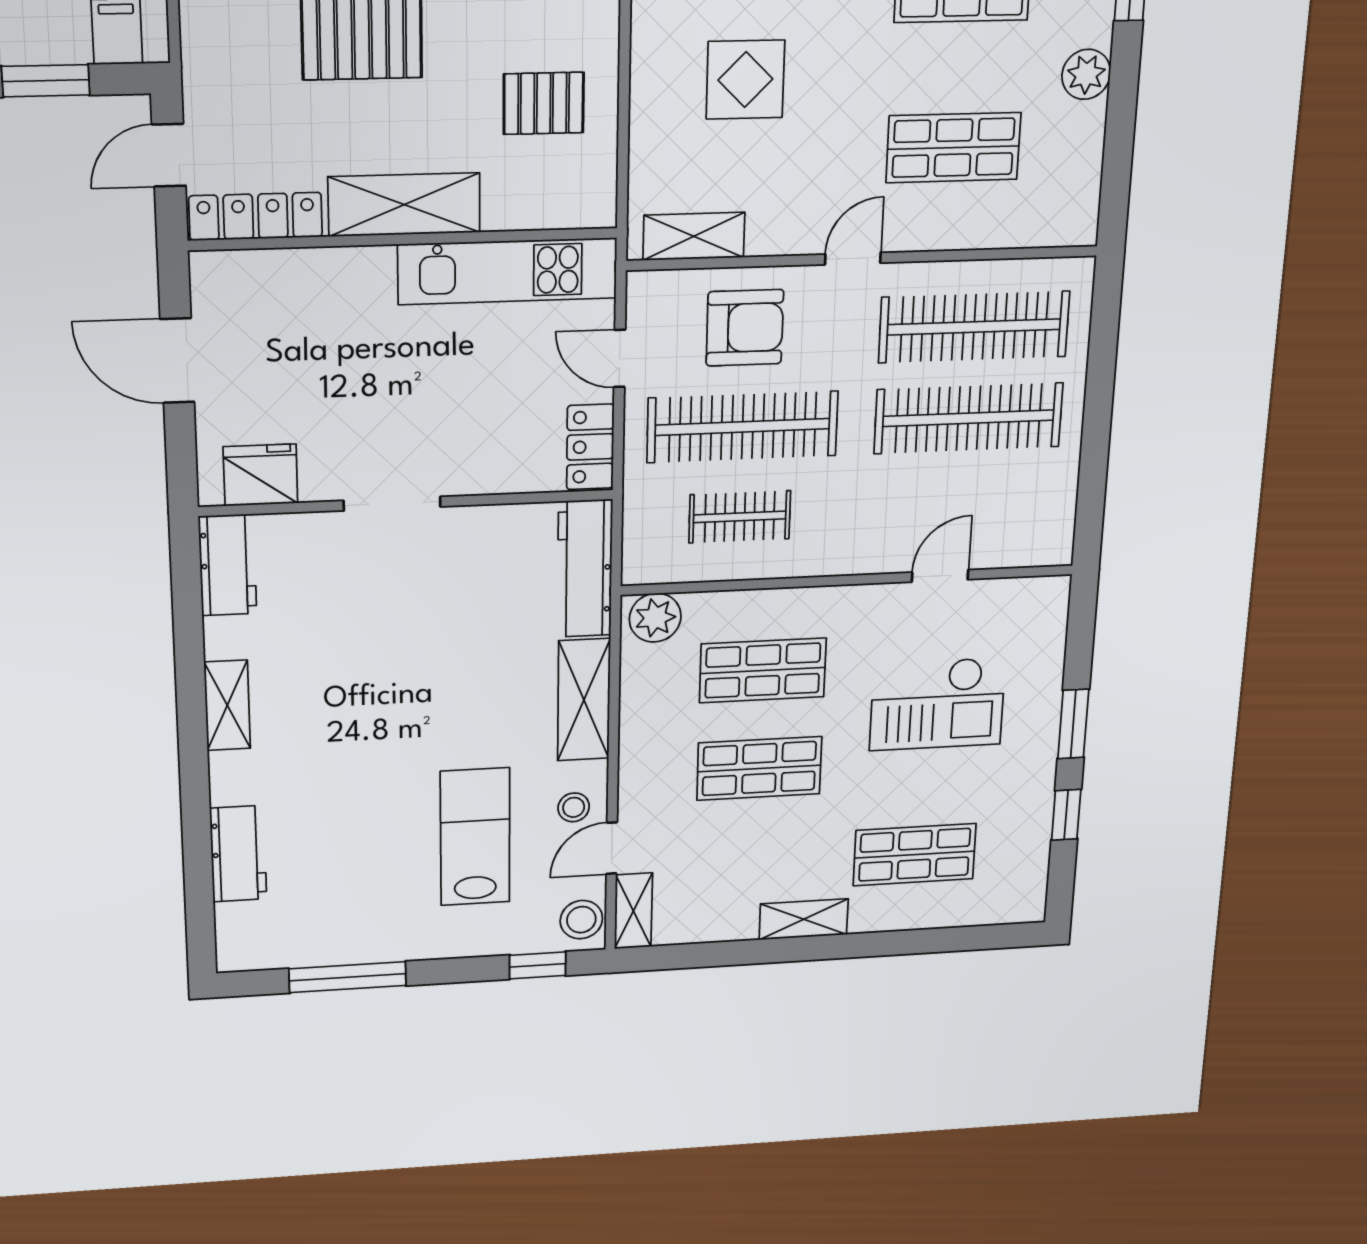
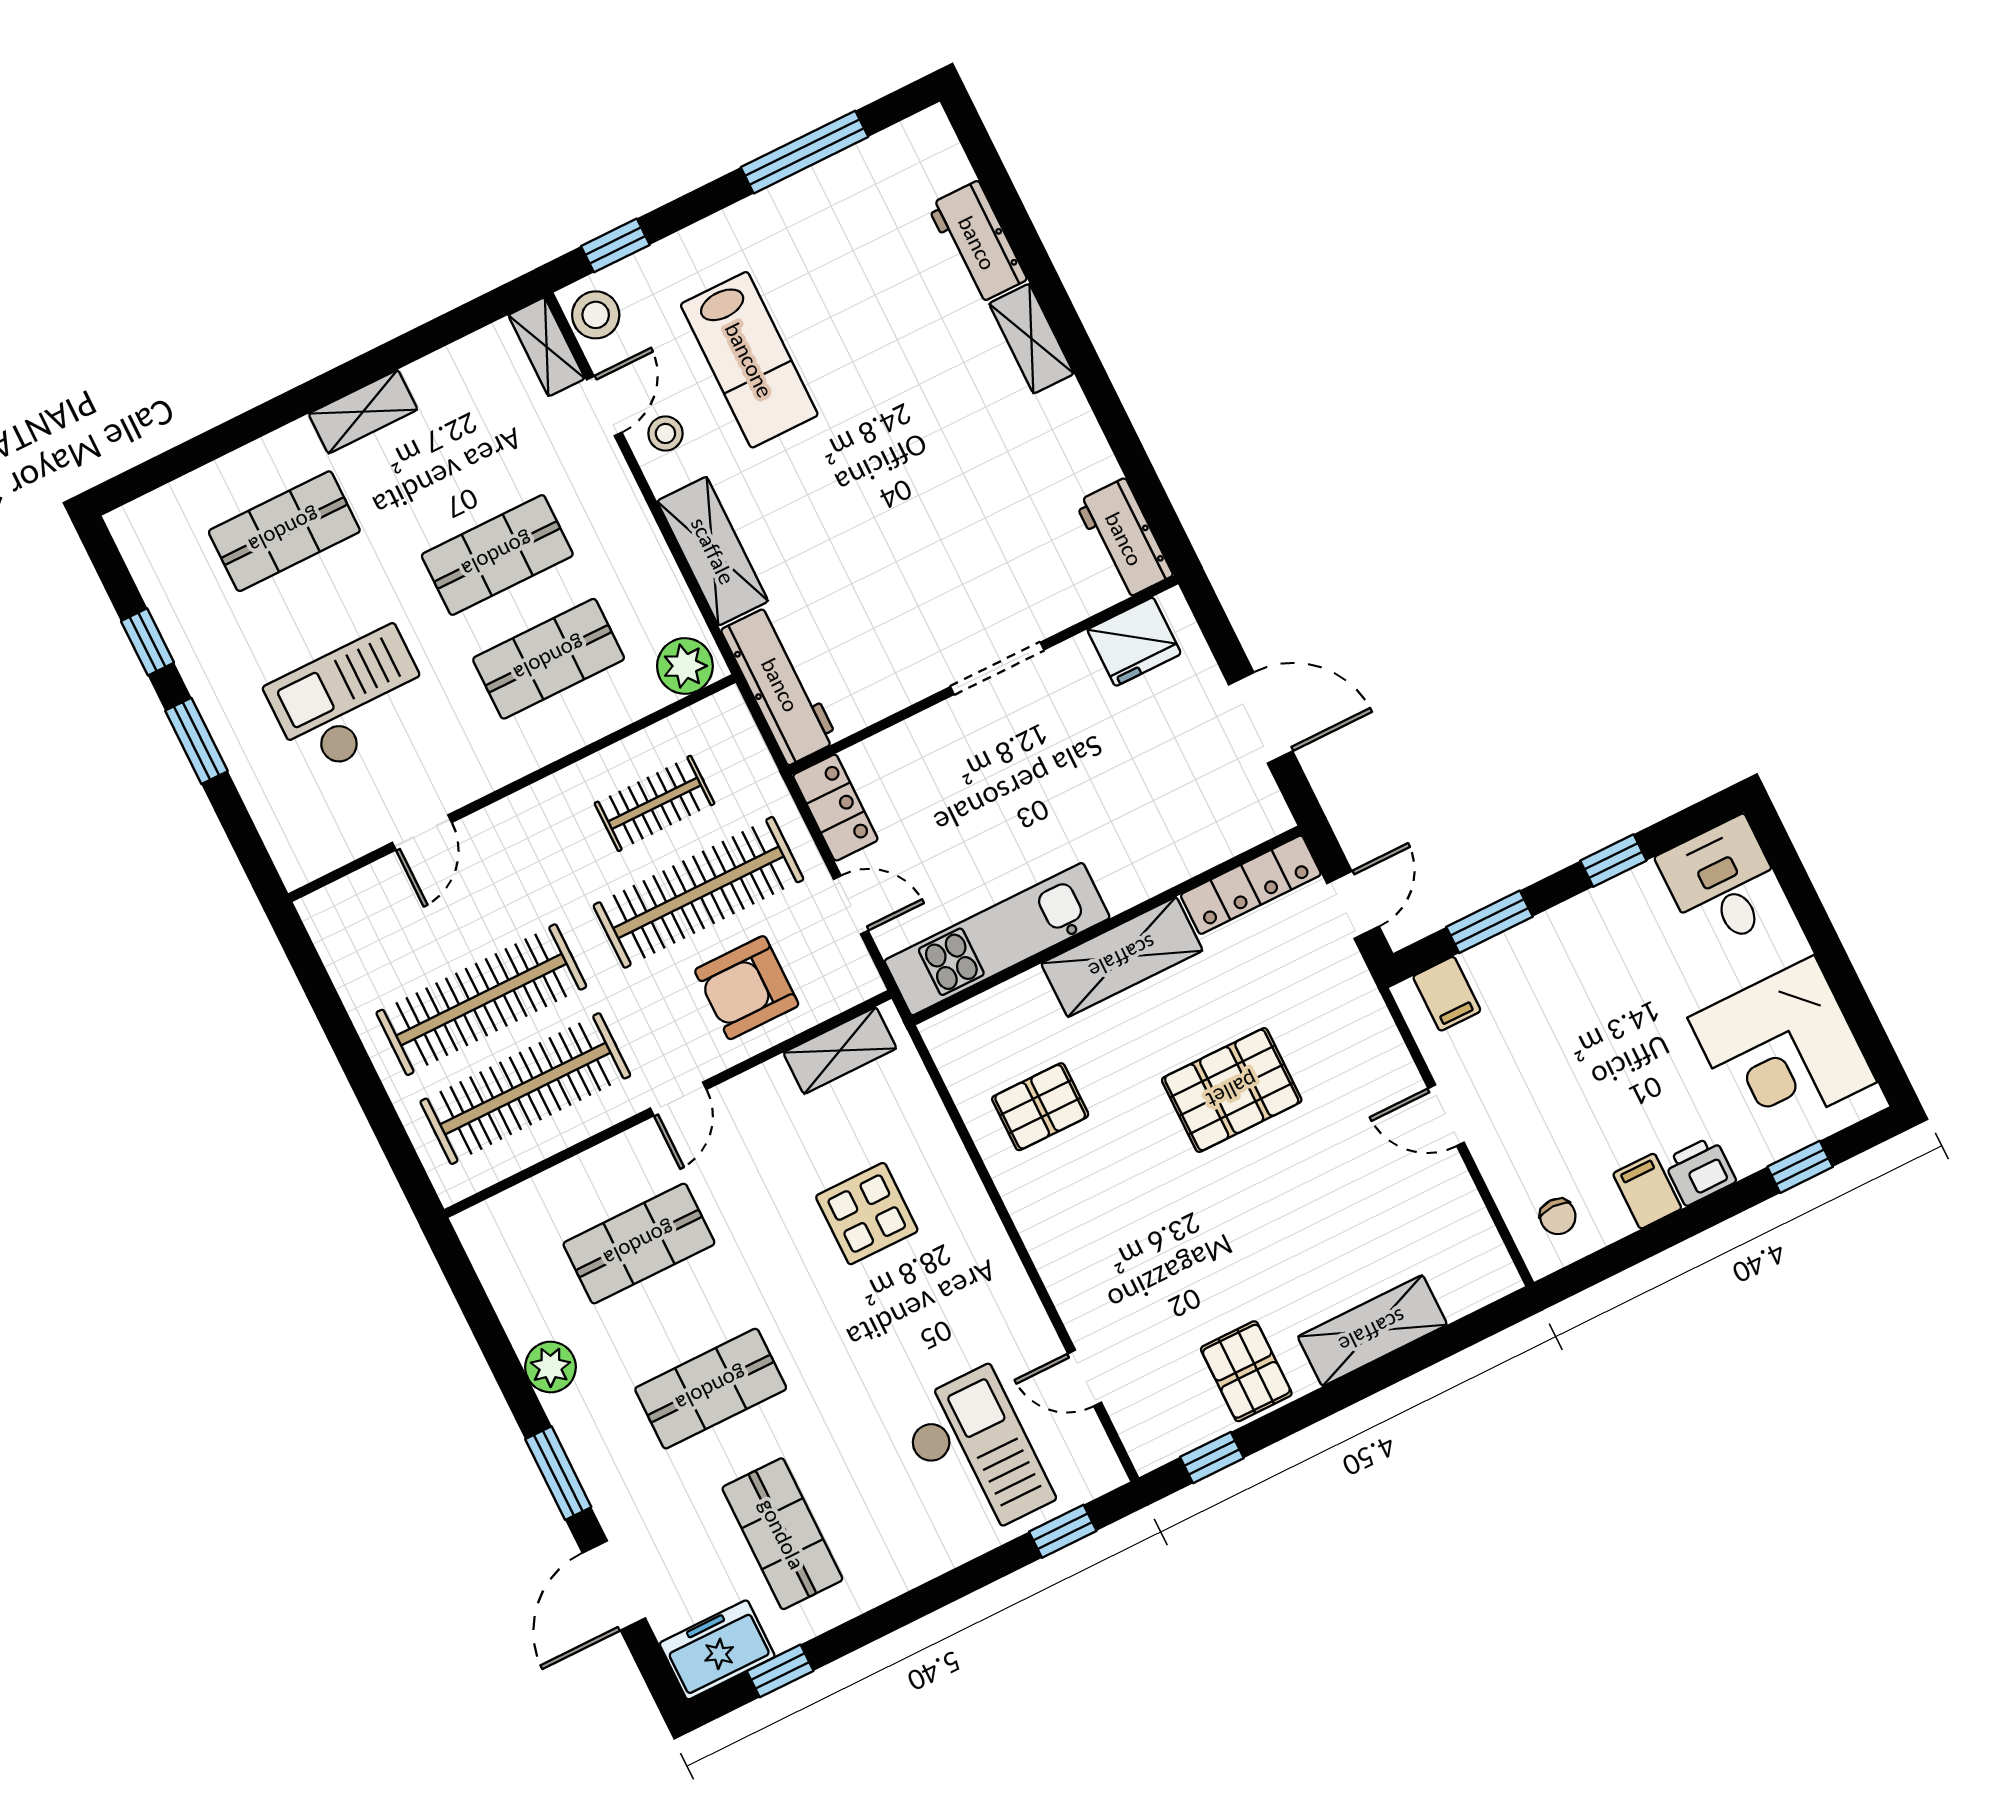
shelving: (227, 705) -> (1031, 339), moved

